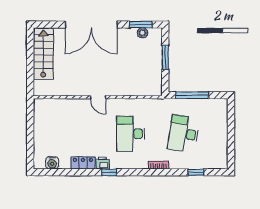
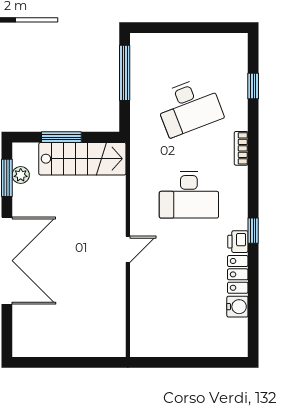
stairs: (43, 54) -> (82, 159), moved, turned 180
window: (192, 95) -> (125, 73), moved
desk: (184, 134) -> (189, 107), turned -30
water cooler: (52, 163) -> (237, 307), moved

